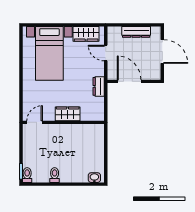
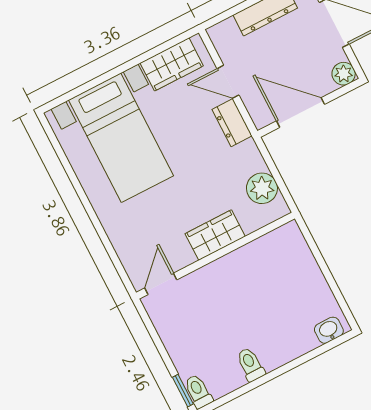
plant: (155, 74) -> (344, 74), added
dresser: (99, 86) -> (232, 123), moved
plant: (97, 104) -> (262, 188), added

